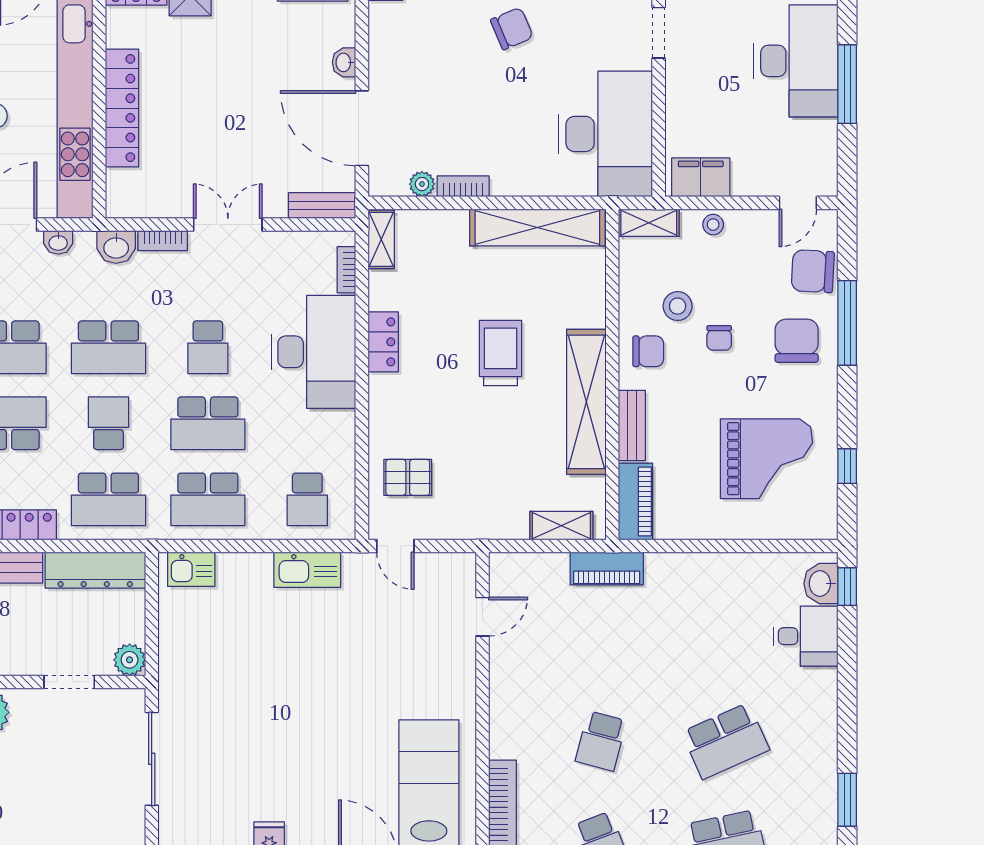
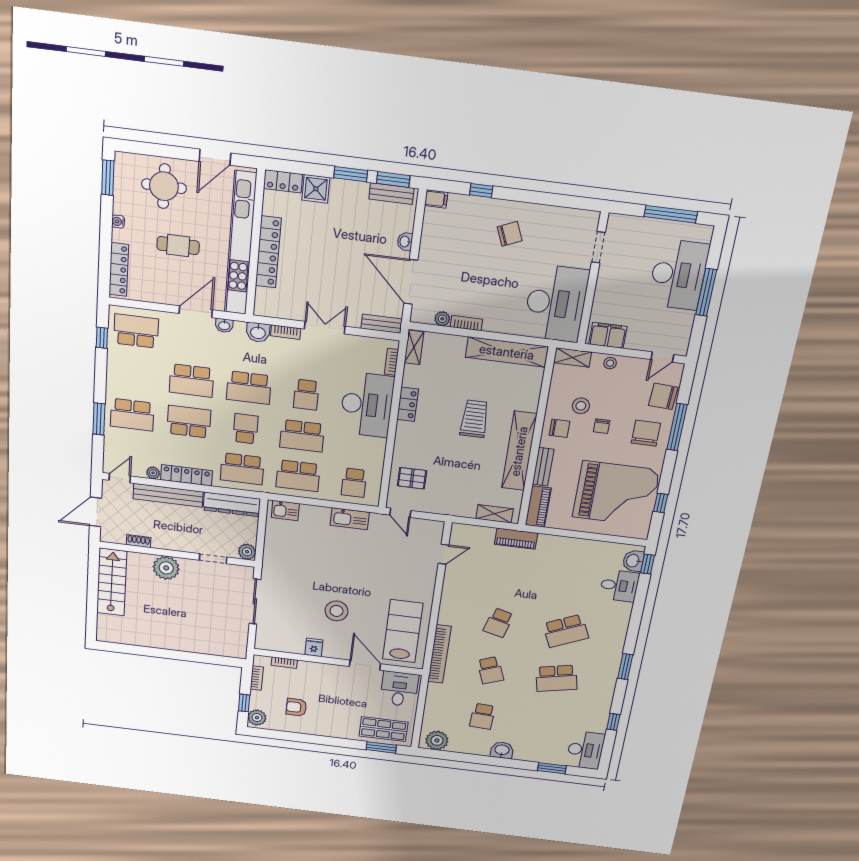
grand piano: (766, 459) -> (616, 493), width x1.37, depth x1.48
stool: (303, 758) -> (336, 611), added

